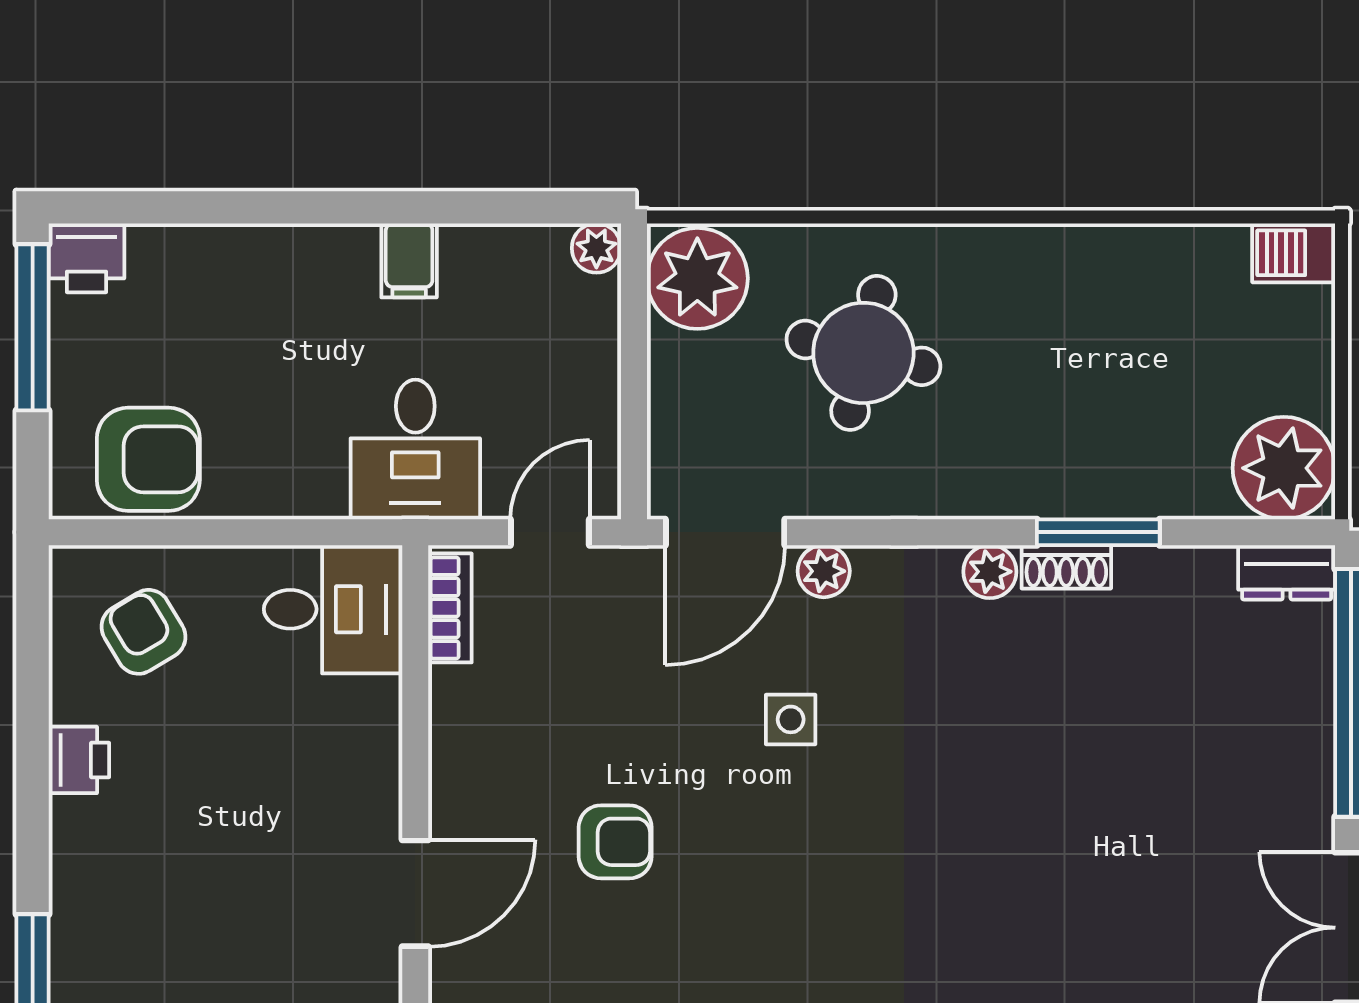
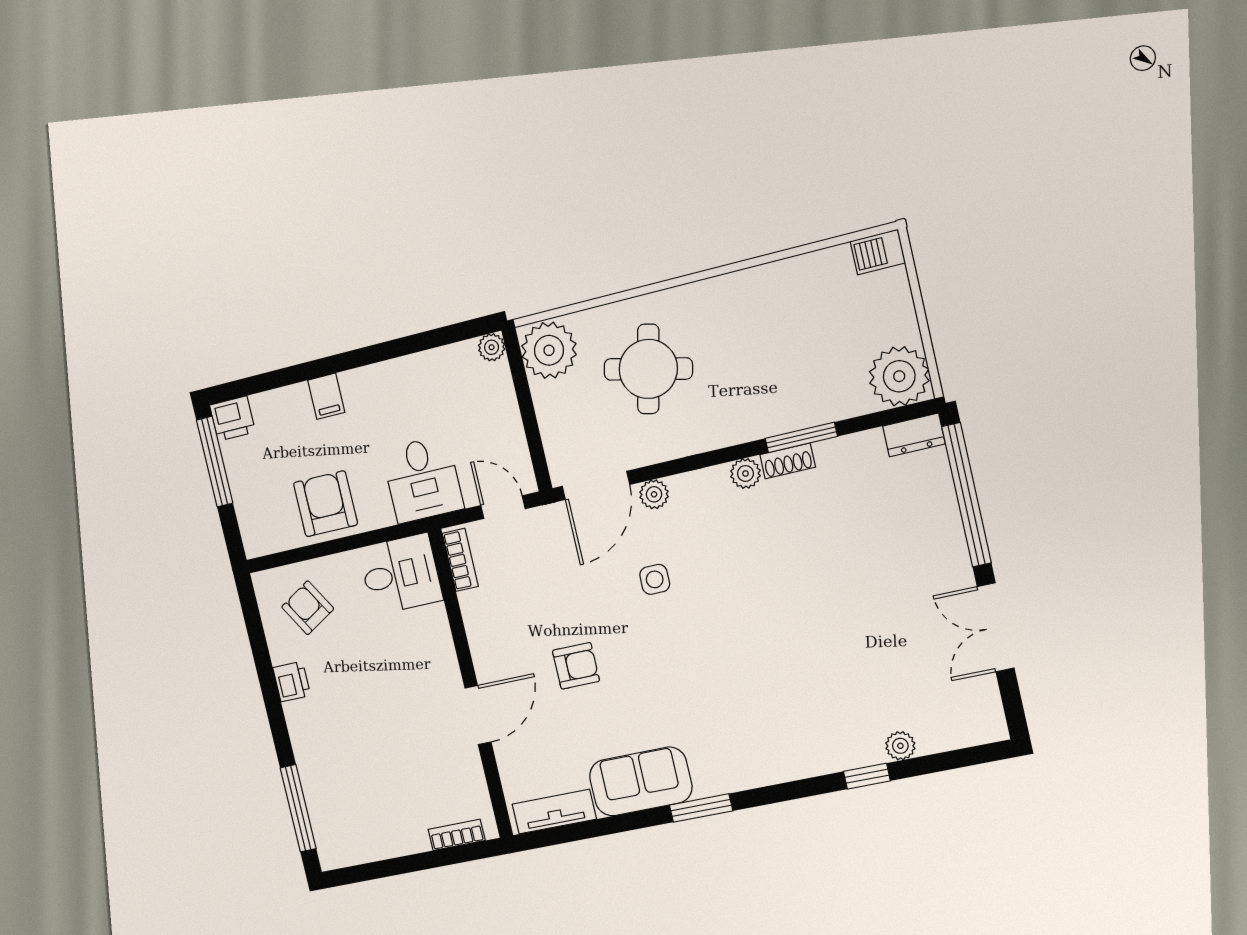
filing cabinet: (409, 260) -> (326, 396), moved
armchair: (148, 459) -> (325, 504), moved, turned -90
door: (550, 532) -> (503, 507), hinge flipped

